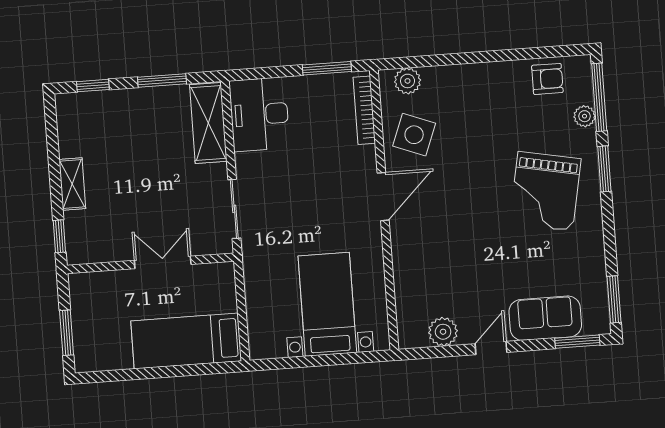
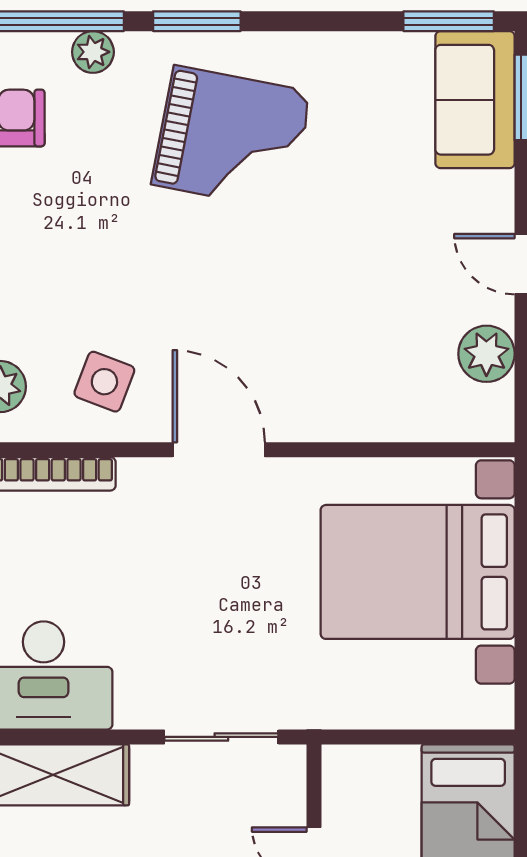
side table: (414, 135) -> (104, 382), width x0.73, depth x0.73
bed with nightstands: (327, 304) -> (418, 572), width x1.36
sofa: (545, 318) -> (475, 100), moved

